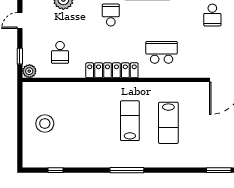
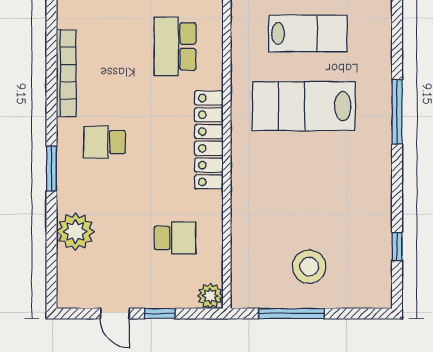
window: (20, 56) -> (160, 314), moved
window: (20, 114) -> (292, 314), added
lab bench: (130, 121) -> (304, 106), width x1.36, depth x1.39

